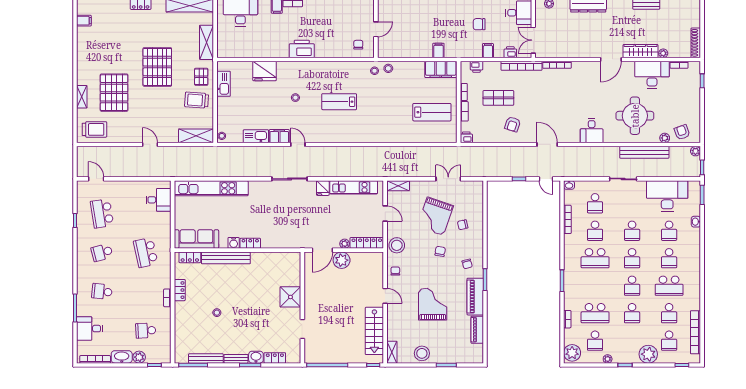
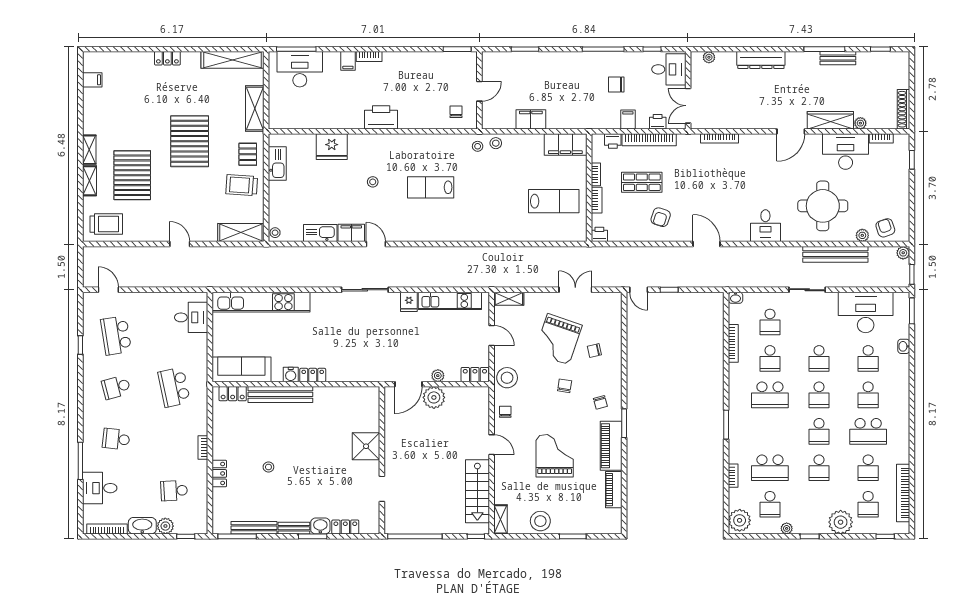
filing cabinet: (438, 50) -> (531, 119), moved, width x2.00
bookcase: (522, 66) -> (649, 140), moved
shelving: (82, 73) -> (89, 150), added
door: (546, 179) -> (639, 290), moved
locker: (367, 243) -> (475, 375), width x0.66
locker: (180, 290) -> (219, 473), moved

